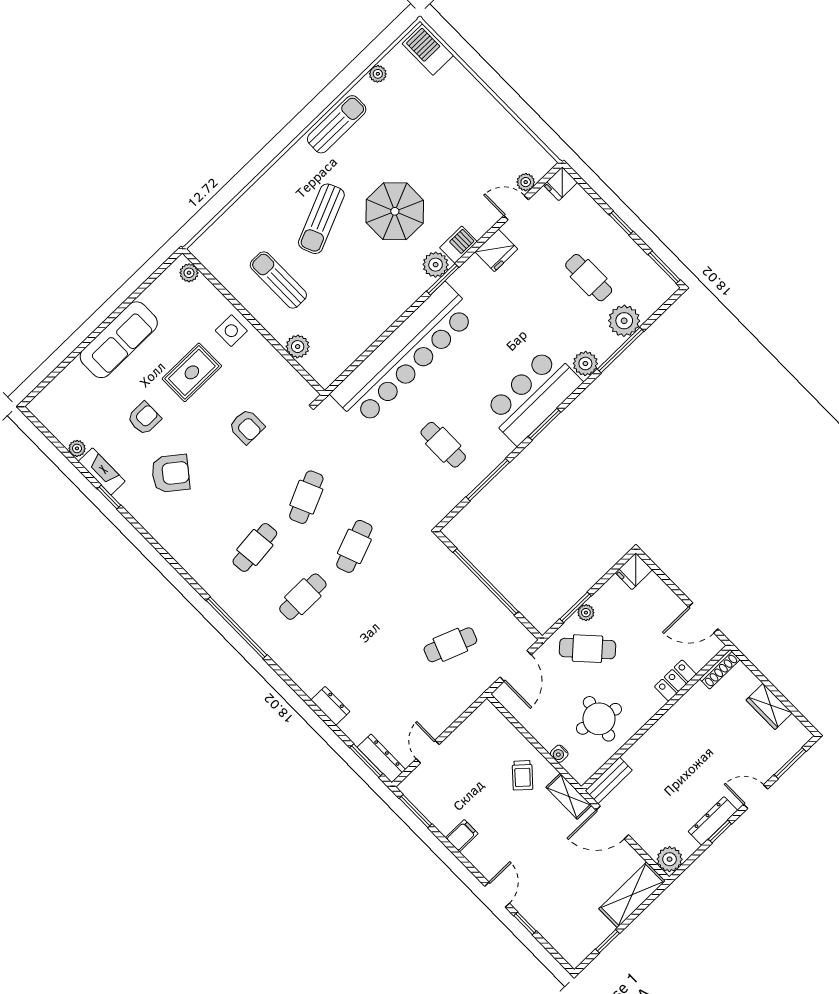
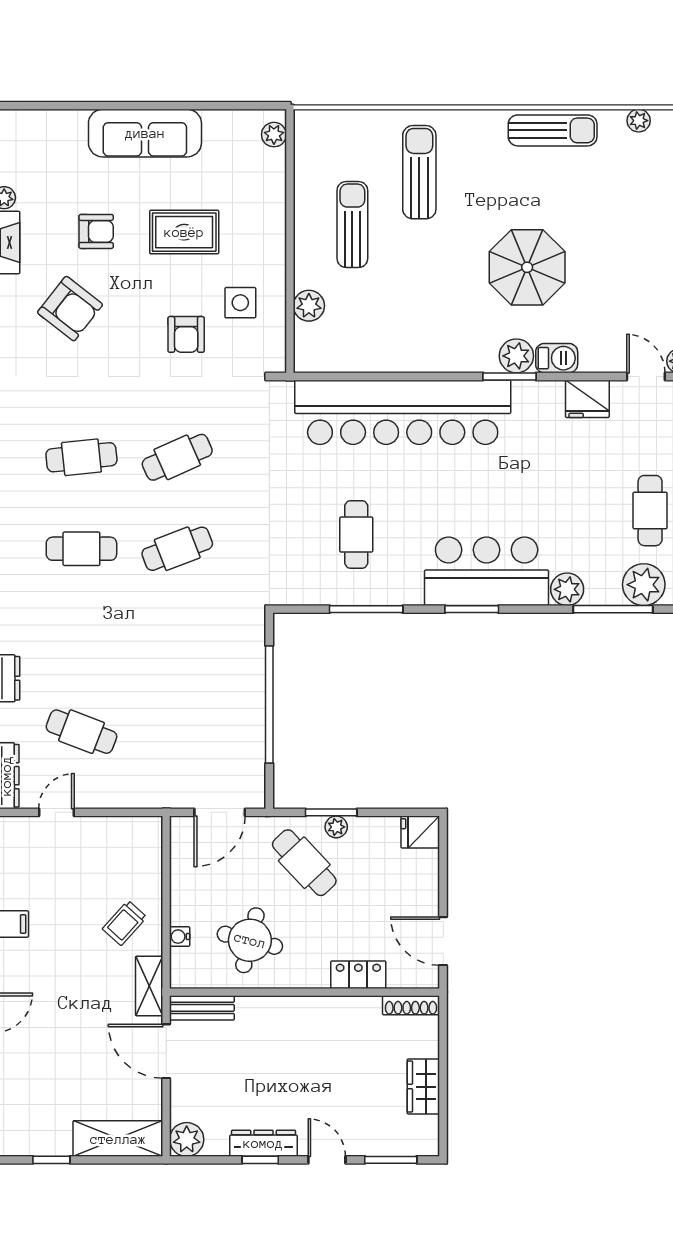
sun lounger: (321, 219) -> (419, 172), moved, turned 113
side table: (231, 331) -> (240, 303), moved
cafe table: (450, 645) -> (81, 732), moved

